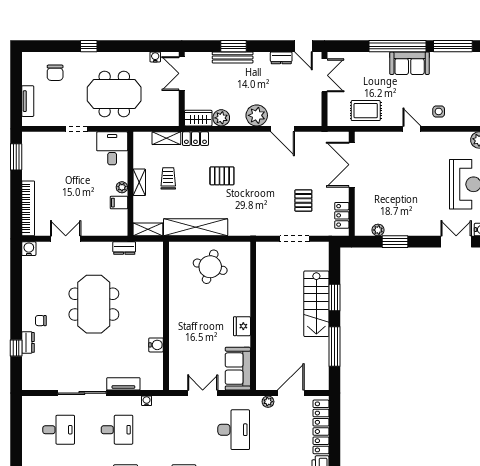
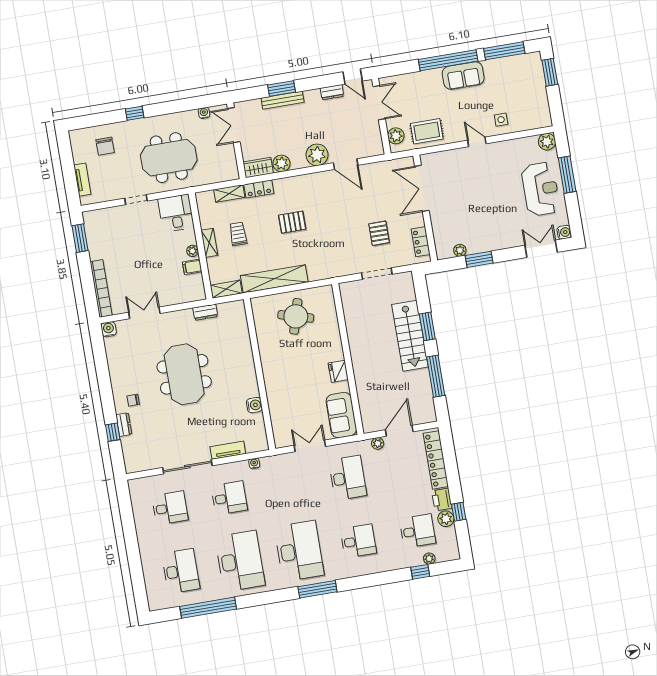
plant: (335, 110) -> (396, 136), added

